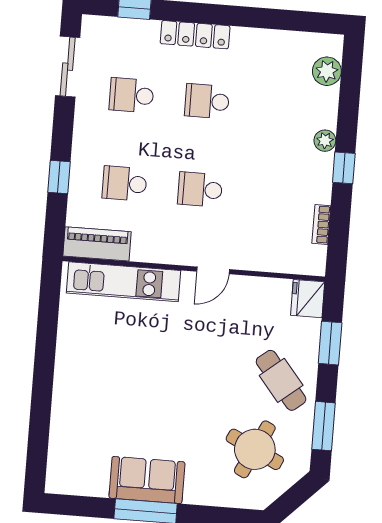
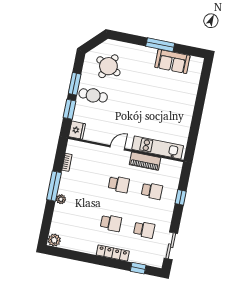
plant: (327, 71) -> (54, 240), moved
window: (344, 168) -> (54, 186), width x2.17
piano: (97, 244) -> (145, 161), moved
cafe table: (281, 380) -> (93, 95), turned -51
window: (323, 426) -> (75, 84), moved
sofa: (147, 480) -> (172, 61), moved

